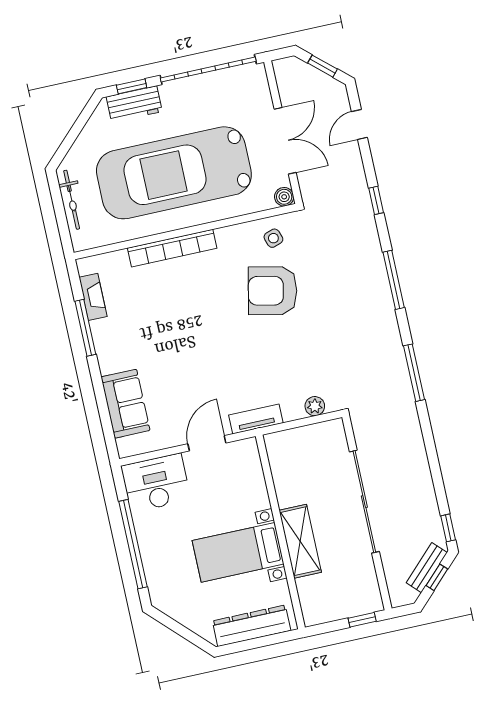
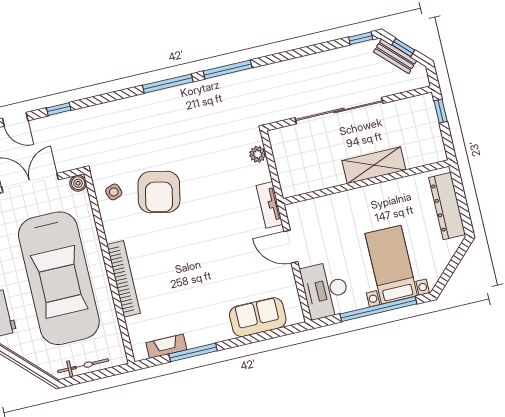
window: (376, 200) -> (59, 109), moved
window: (394, 280) -> (168, 84), moved
bed with nightstands: (238, 552) -> (391, 265), moved, turned 180

